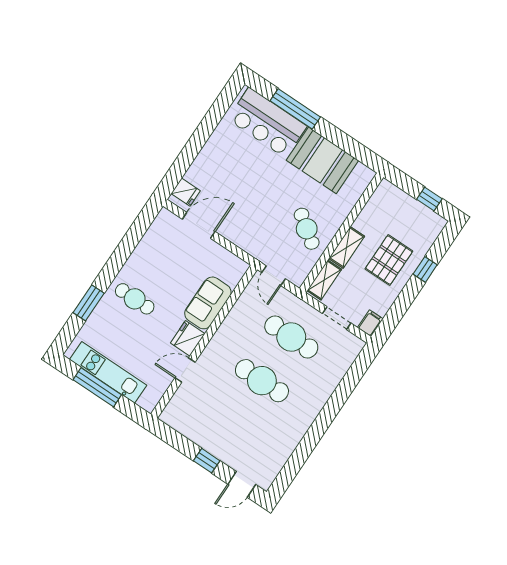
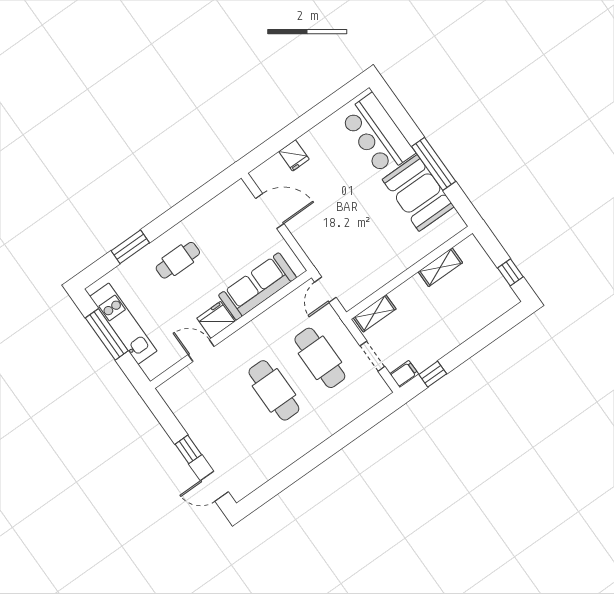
window: (295, 109) -> (434, 164), moved
fridge: (186, 192) -> (294, 155), moved
cafe table: (307, 229) -> (376, 255), removed
shelving: (347, 247) -> (440, 267), moved
pallet: (389, 260) -> (447, 318), removed
window: (425, 269) -> (433, 374), moved
cafe table: (135, 299) -> (178, 260), turned 90
sofa: (208, 303) -> (258, 286), width x1.36

